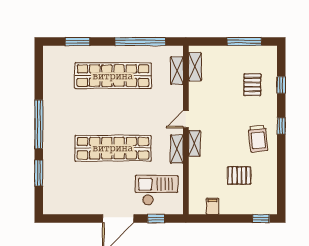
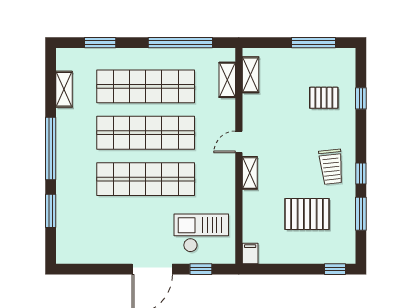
pallet: (252, 85) -> (324, 98), turned 90
shop shelf: (113, 112) -> (146, 133), added
window: (281, 126) -> (361, 174), moved
shelving: (177, 149) -> (64, 89), moved
pallet: (239, 175) -> (307, 214), width x1.50, depth x1.42
window: (281, 175) -> (361, 214), added
filing cabinet: (212, 206) -> (250, 253), moved

